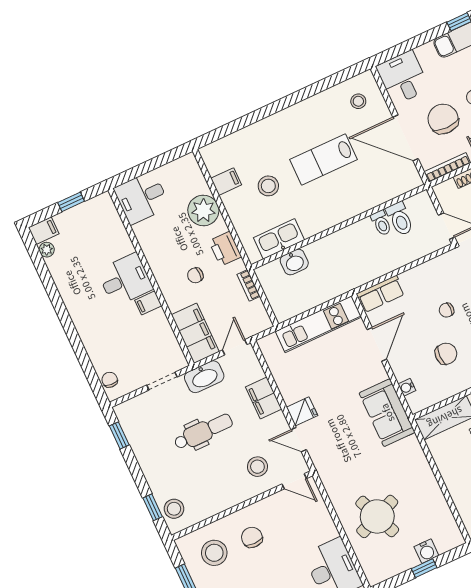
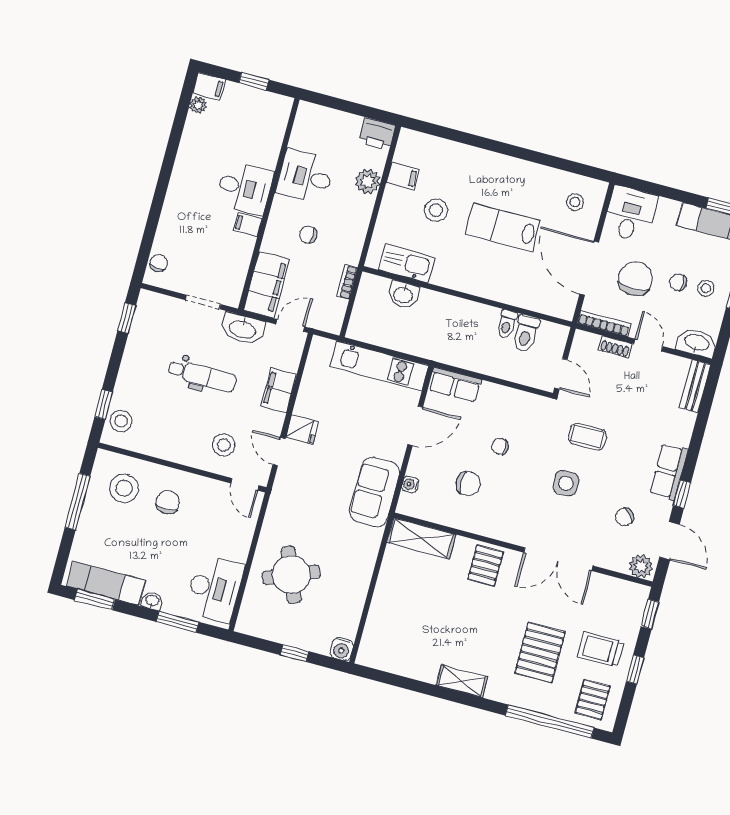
desk: (142, 198) -> (305, 177), moved
plant: (203, 210) -> (368, 181), width x0.73, depth x0.73
printer: (225, 249) -> (377, 134), moved, turned -90
water cooler: (426, 551) -> (342, 649), moved

